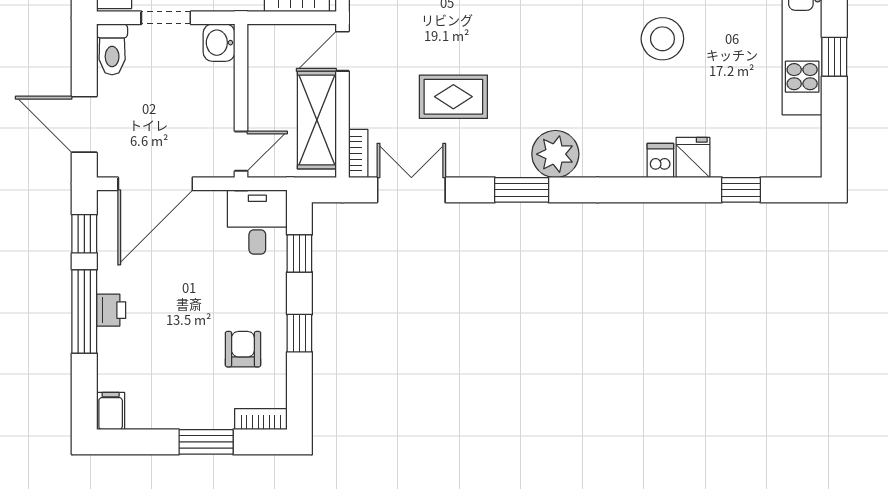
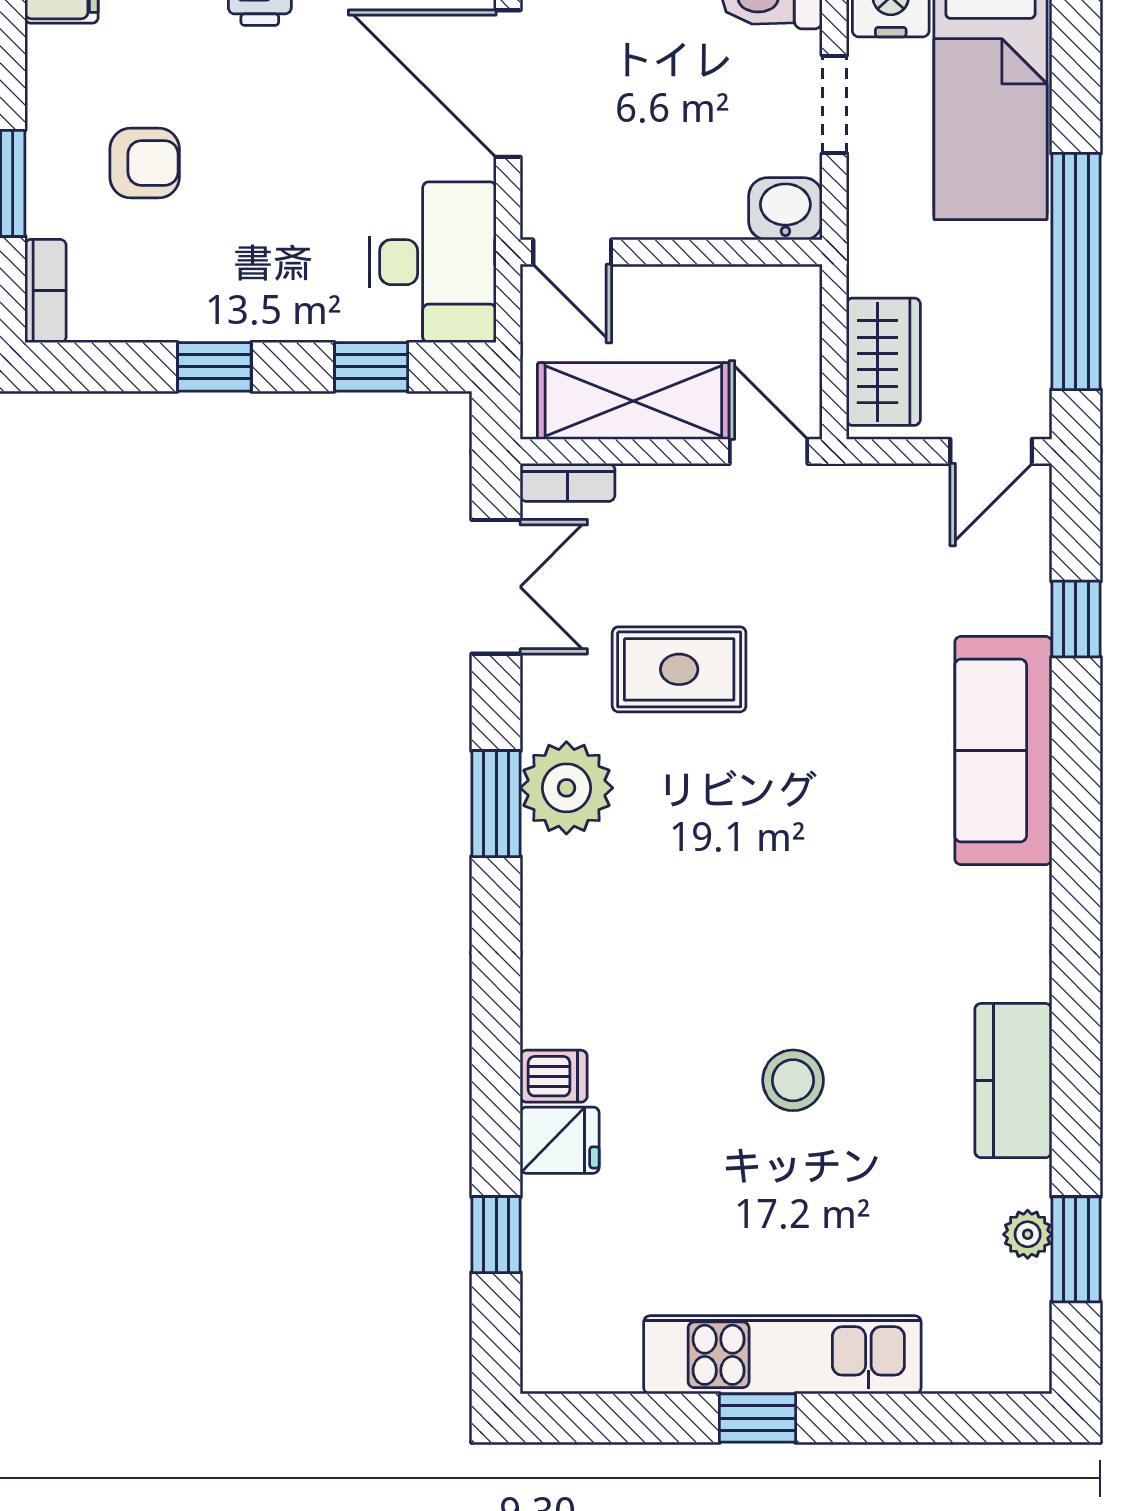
stool: (662, 39) -> (793, 1080), width x0.73, depth x0.73
rug: (453, 97) -> (679, 669), turned 90
plant: (555, 154) -> (566, 788), moved
desk: (257, 222) -> (433, 262), width x1.37
armchair: (243, 349) -> (145, 163), moved

